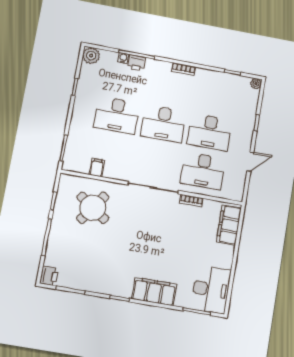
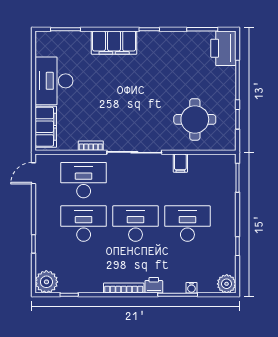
printer: (137, 63) -> (154, 285), moved
bookcase: (184, 69) -> (124, 288), width x1.56
plant: (256, 84) -> (46, 282), width x1.88, depth x1.88
door: (250, 162) -> (33, 173), moved
filing cabinet: (97, 168) -> (180, 163), moved
round table: (93, 208) -> (195, 119), turned -35
printer: (49, 276) -> (223, 48), width x1.87, depth x1.48
desk: (211, 289) -> (54, 81), moved

